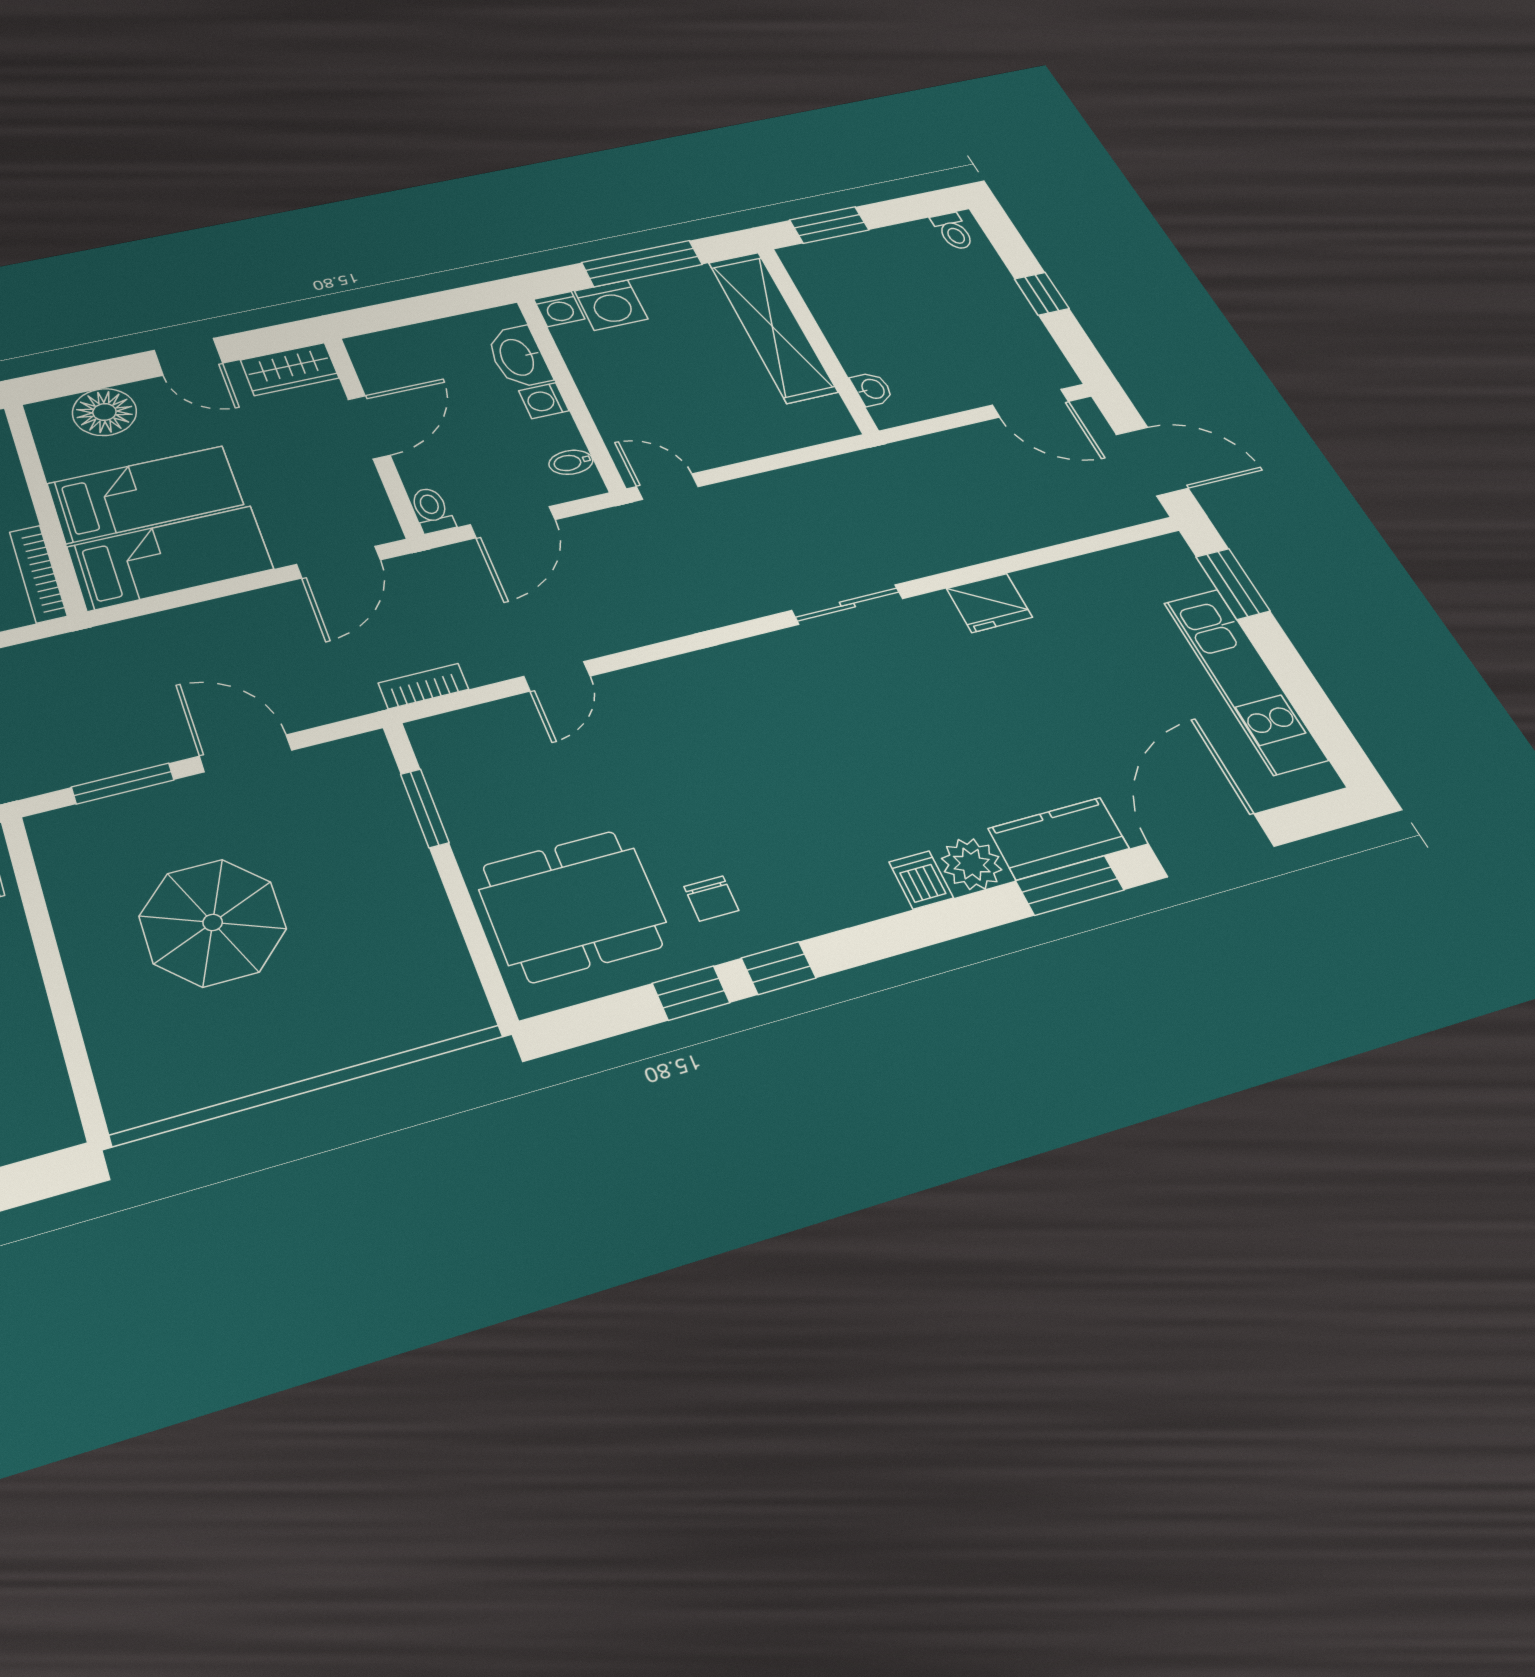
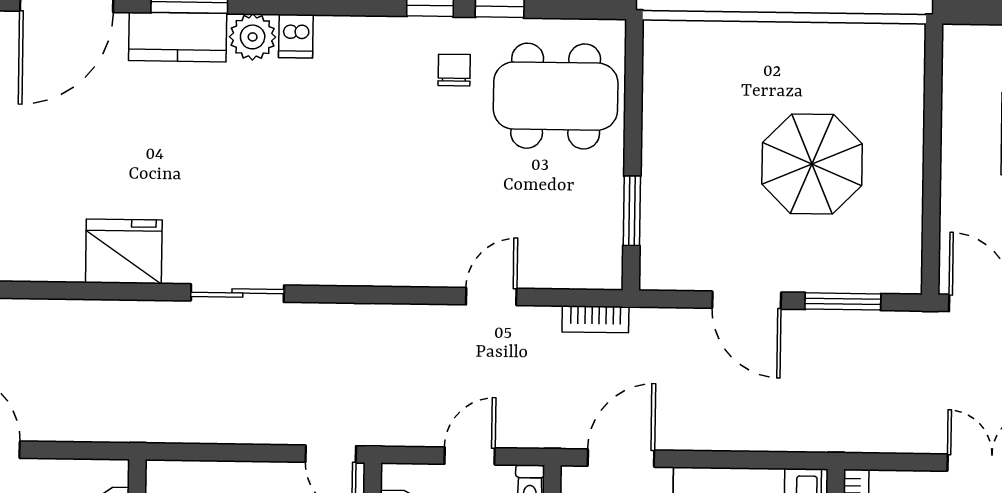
door: (513, 522) -> (470, 456), width x0.73
fridge: (989, 603) -> (124, 251), width x1.36, depth x1.34

